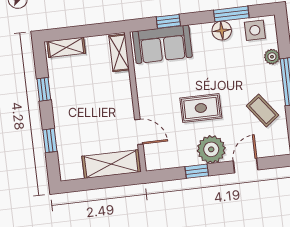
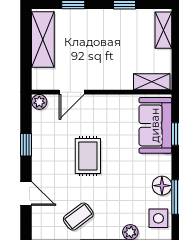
plant: (211, 149) -> (39, 102), moved, width x0.53, depth x0.53
shelving: (111, 164) -> (43, 39), moved

